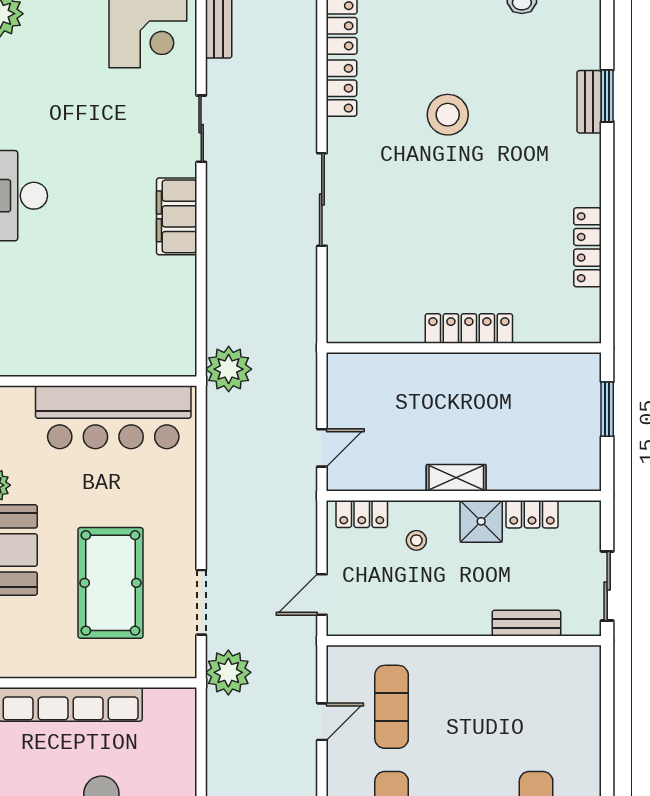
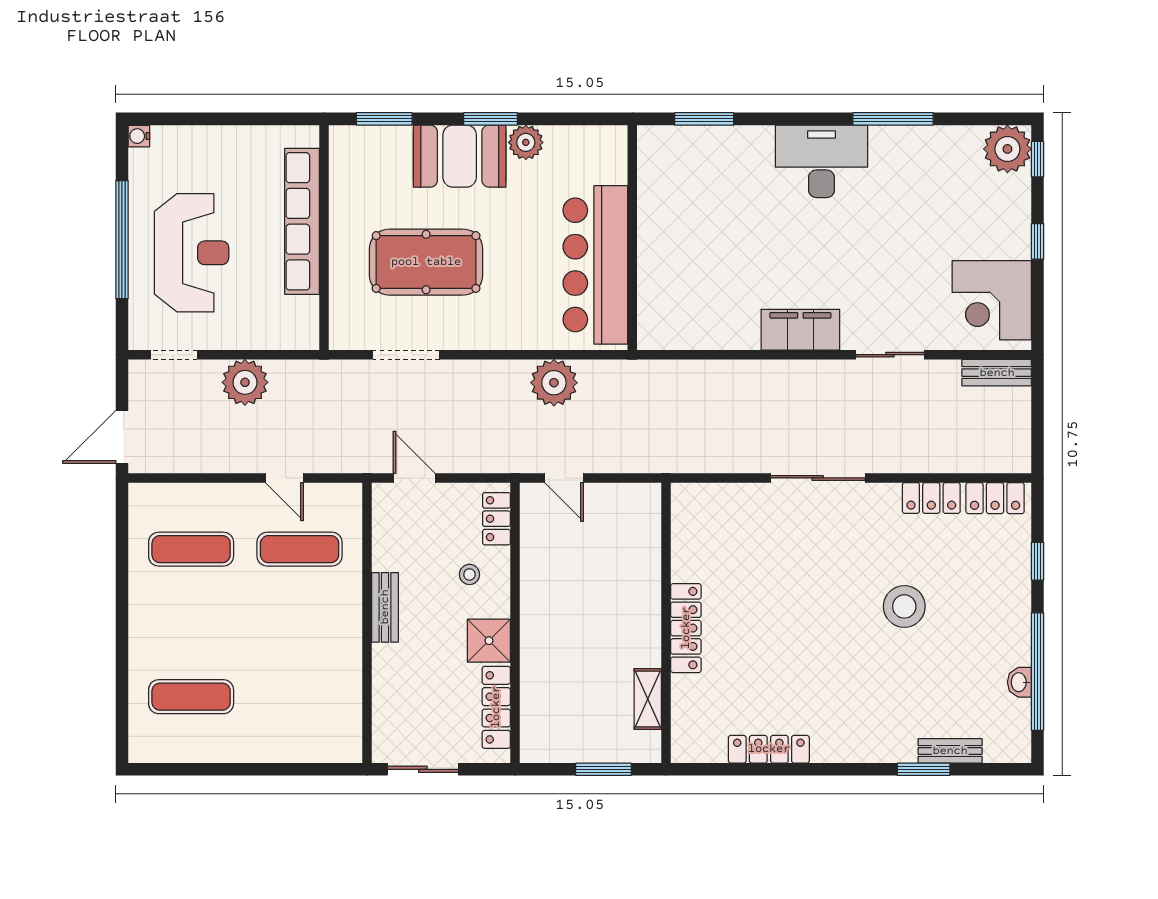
bench: (589, 102) -> (950, 751), moved
plant: (229, 369) -> (554, 383), moved
shelving: (456, 478) -> (648, 699), moved
locker: (532, 514) -> (496, 707), width x1.53
bench: (526, 623) -> (385, 607), moved
plant: (228, 672) -> (245, 382), moved

